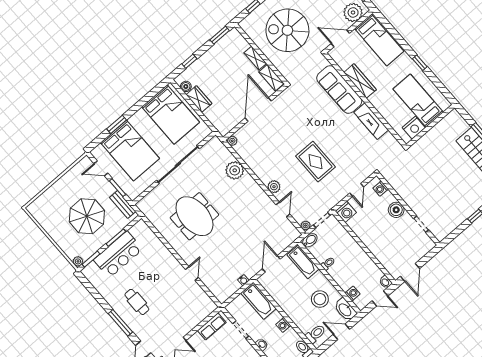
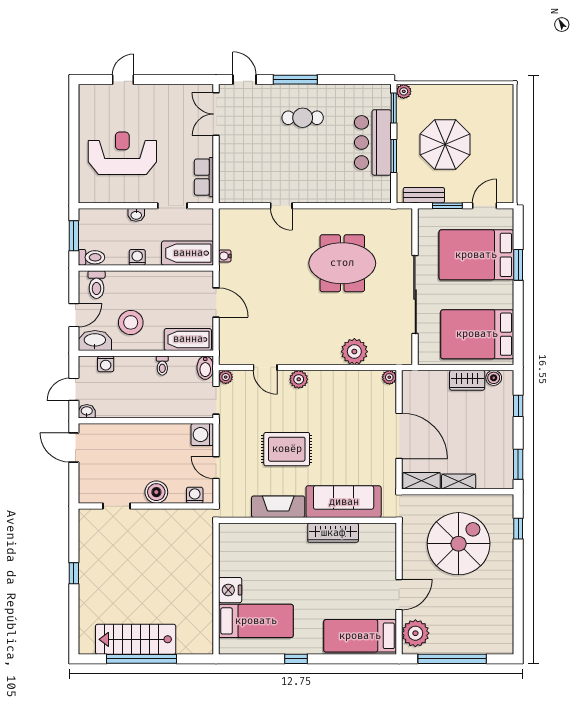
wardrobe: (360, 81) -> (333, 533), moved
sofa: (339, 90) -> (344, 502), moved
wall: (365, 100) -> (308, 520), moved
fireplace: (371, 121) -> (278, 507), moved

